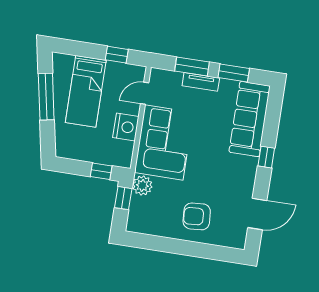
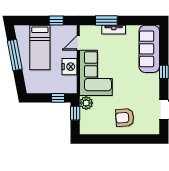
window: (234, 73) -> (134, 21), removed

